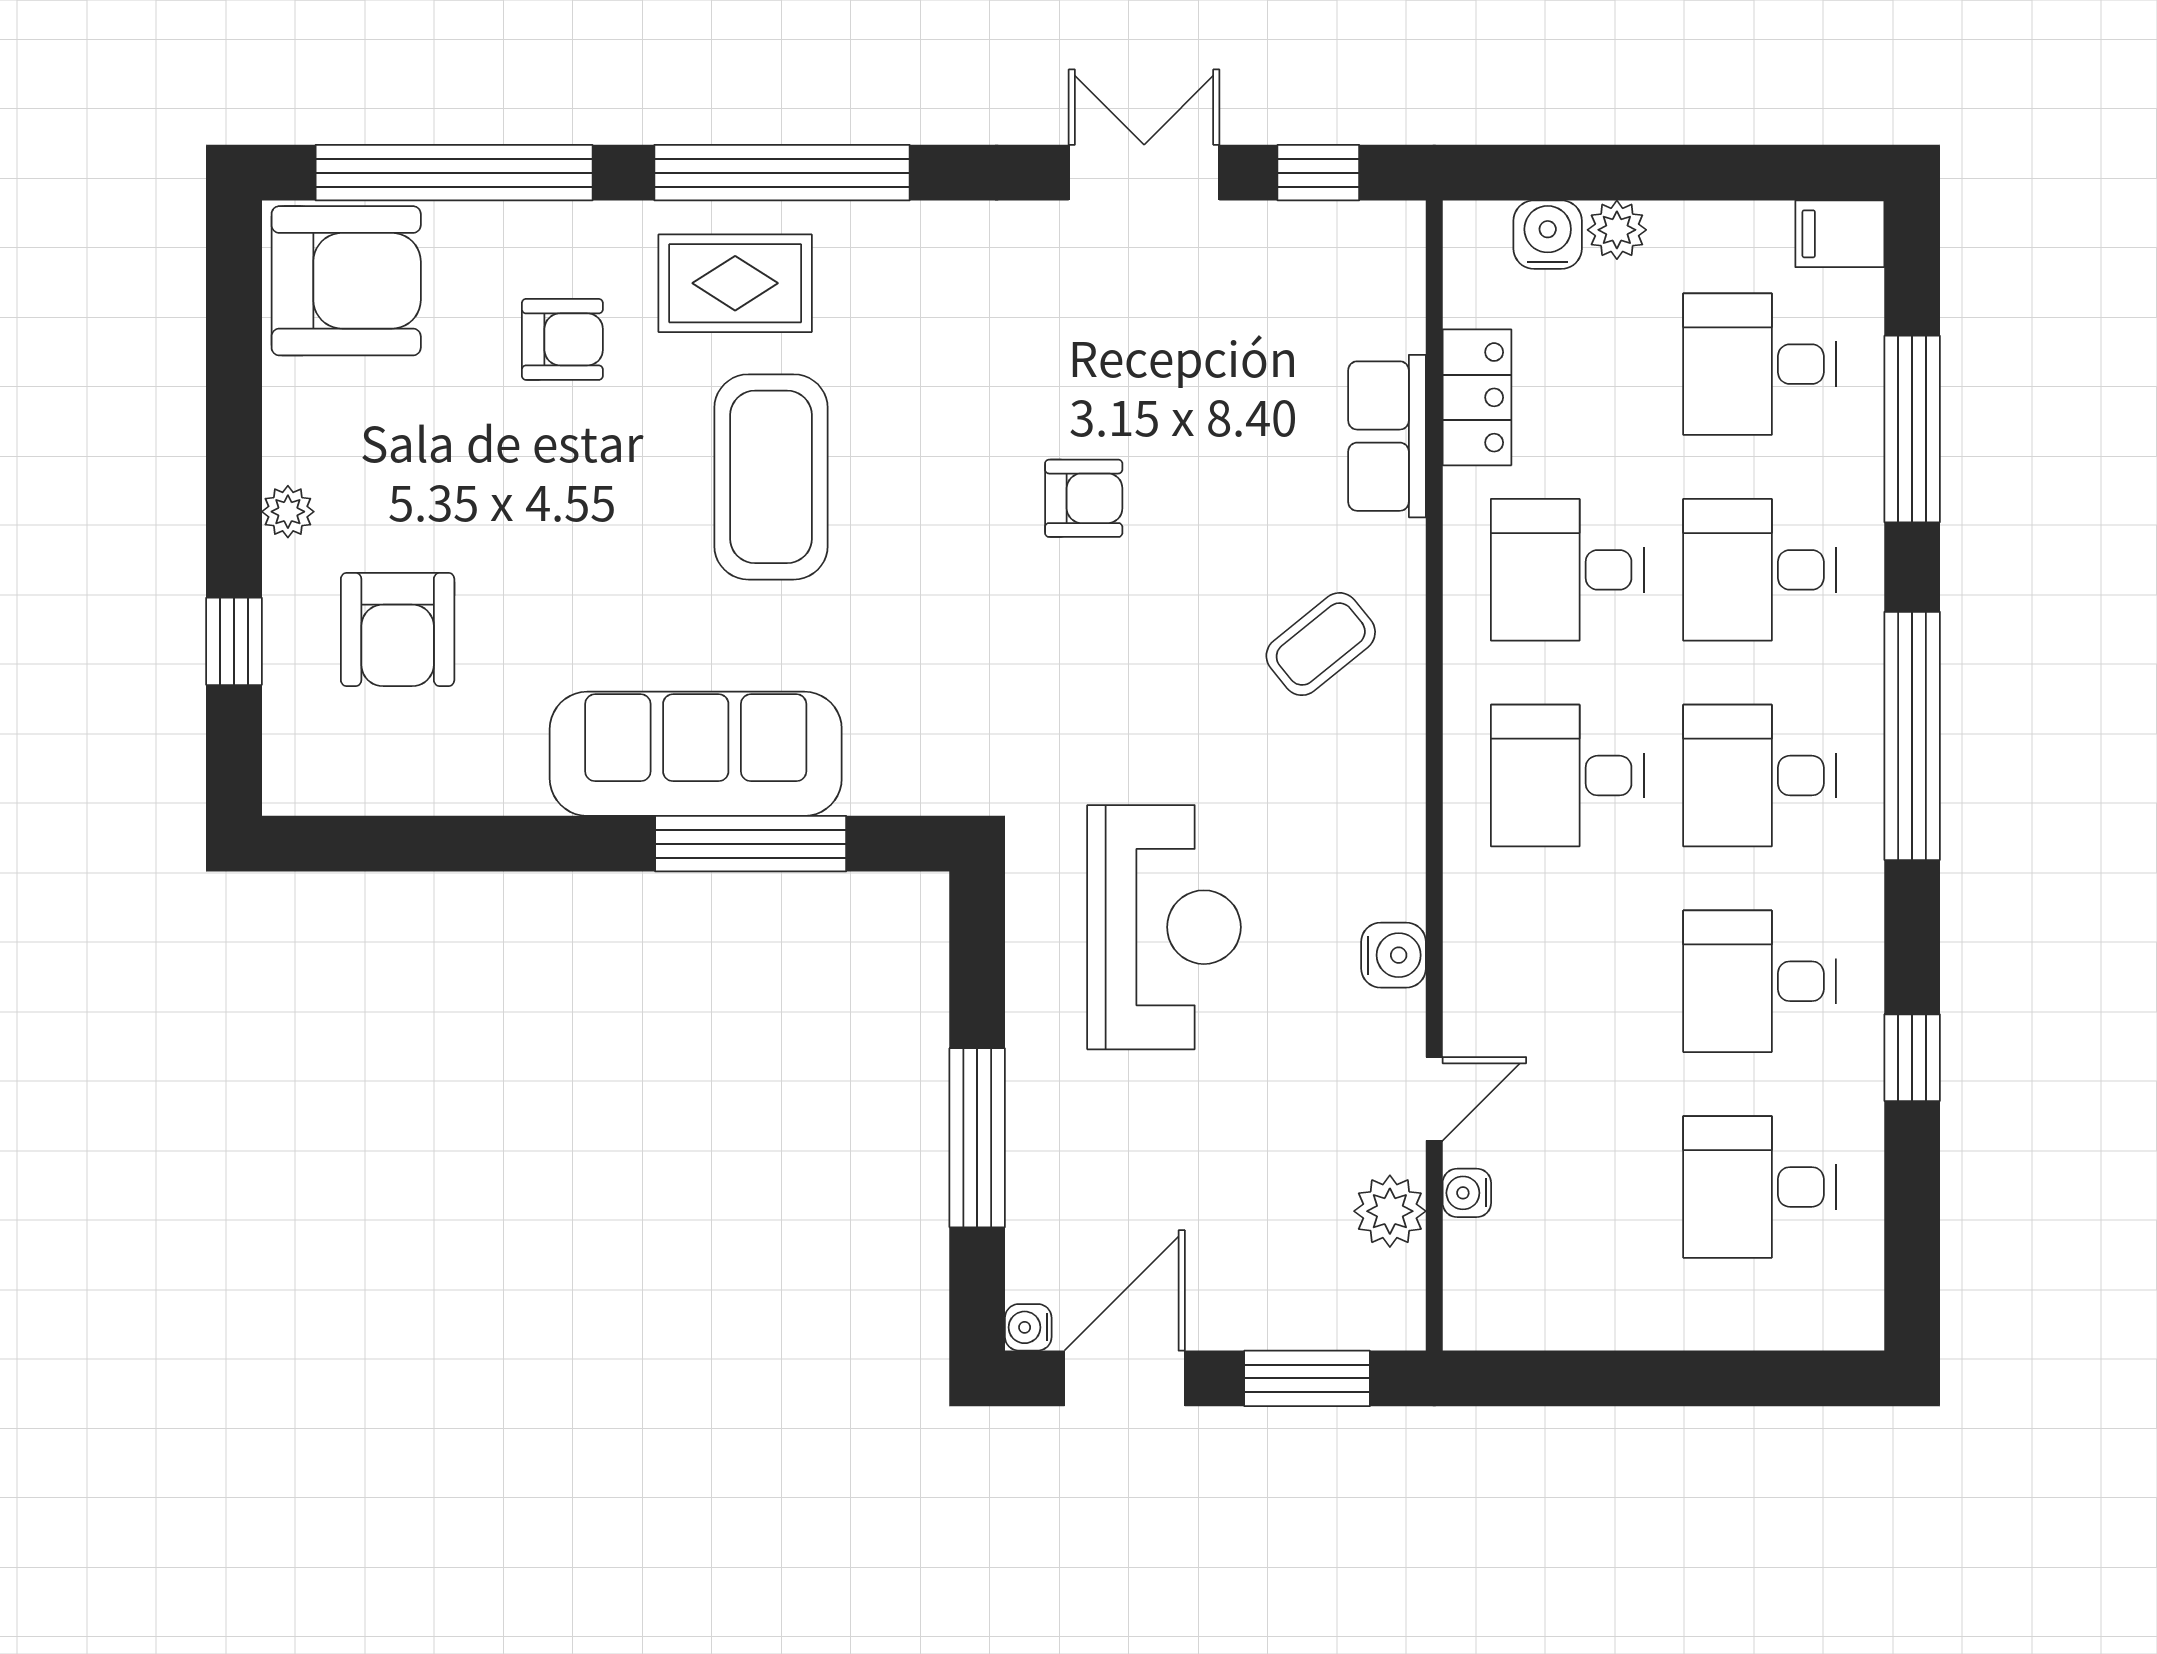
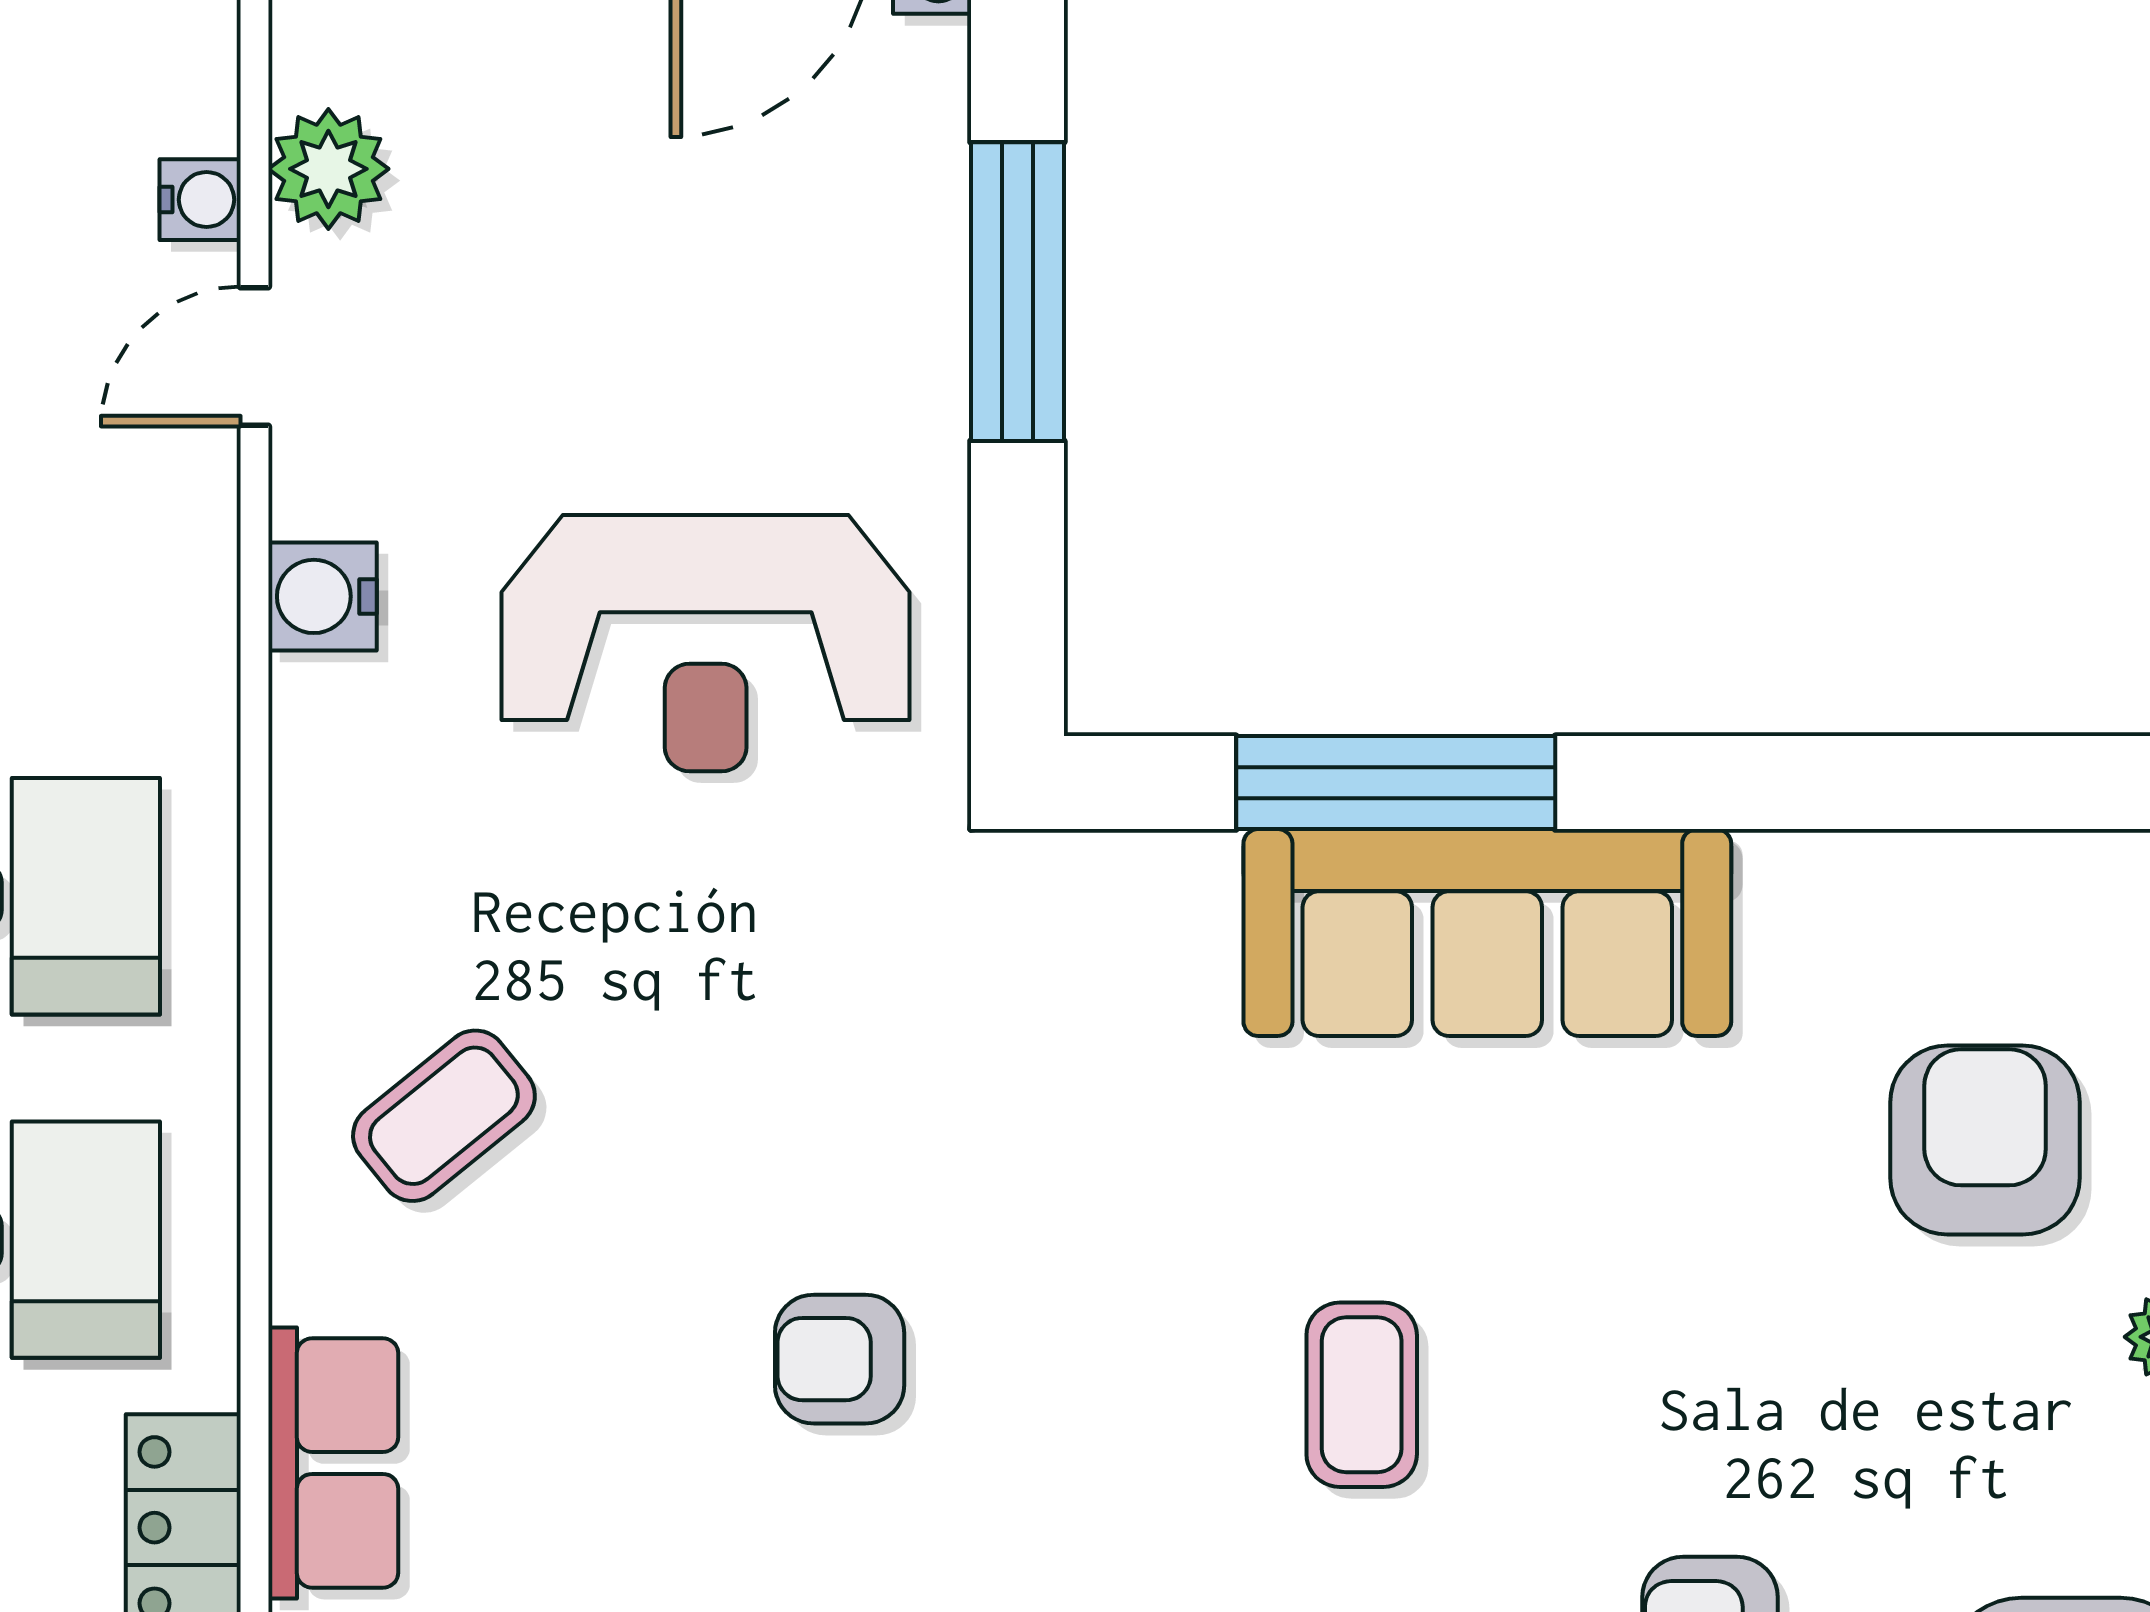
coffee table: (771, 477) -> (1362, 1395), width x0.54, depth x0.58
reception desk: (1164, 927) -> (706, 643), turned -90

